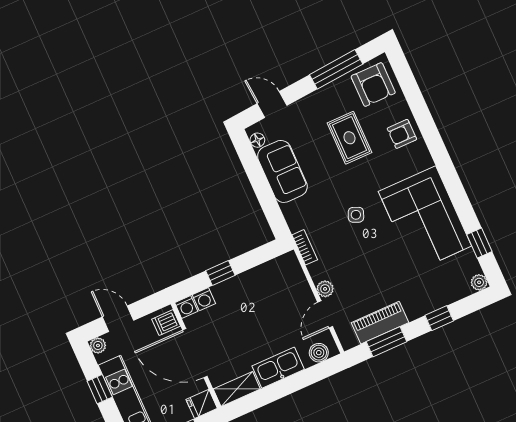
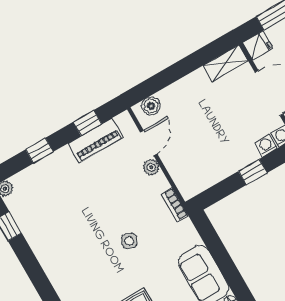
corner sofa: (425, 219) -> (63, 244), removed
window: (387, 342) -> (87, 123), width x0.67
kitchen sink: (278, 368) -> (188, 88), removed

